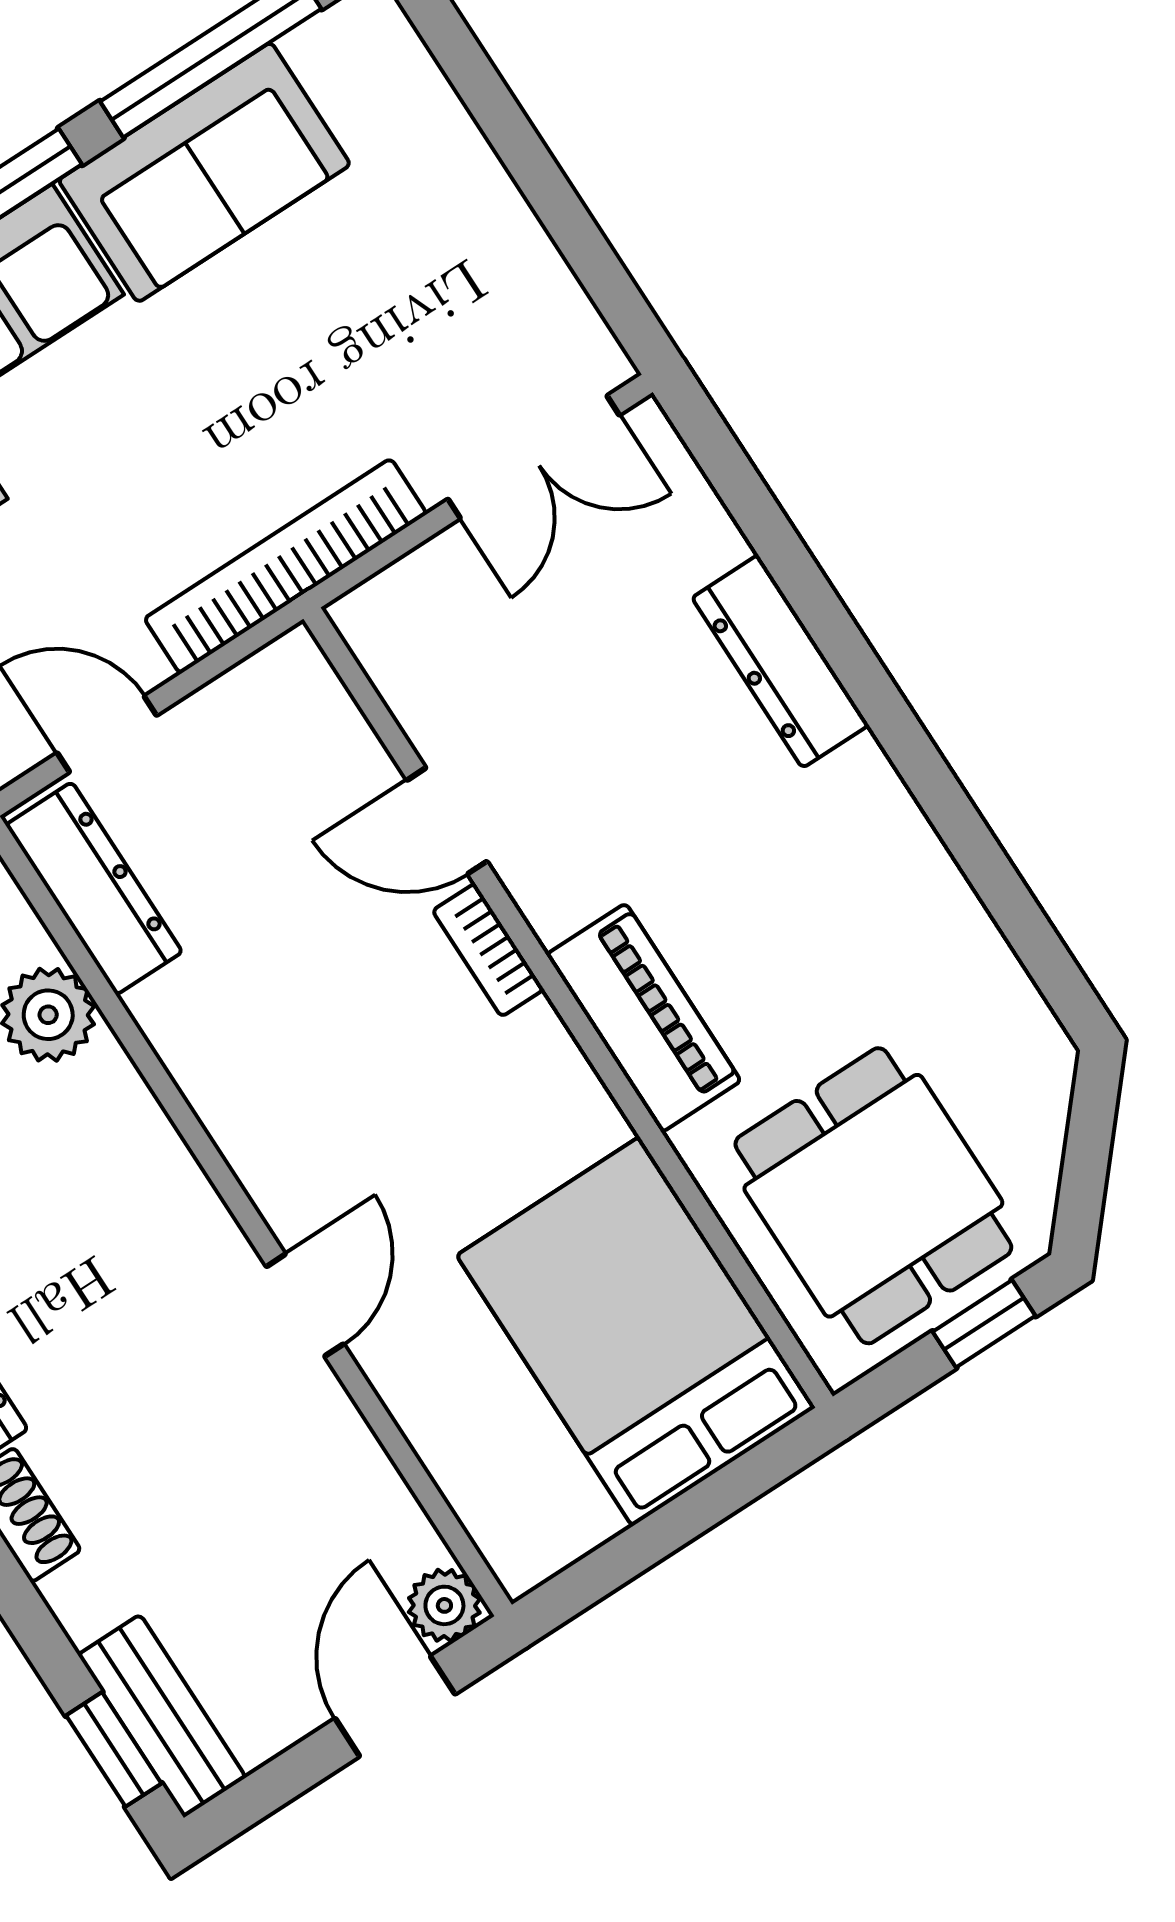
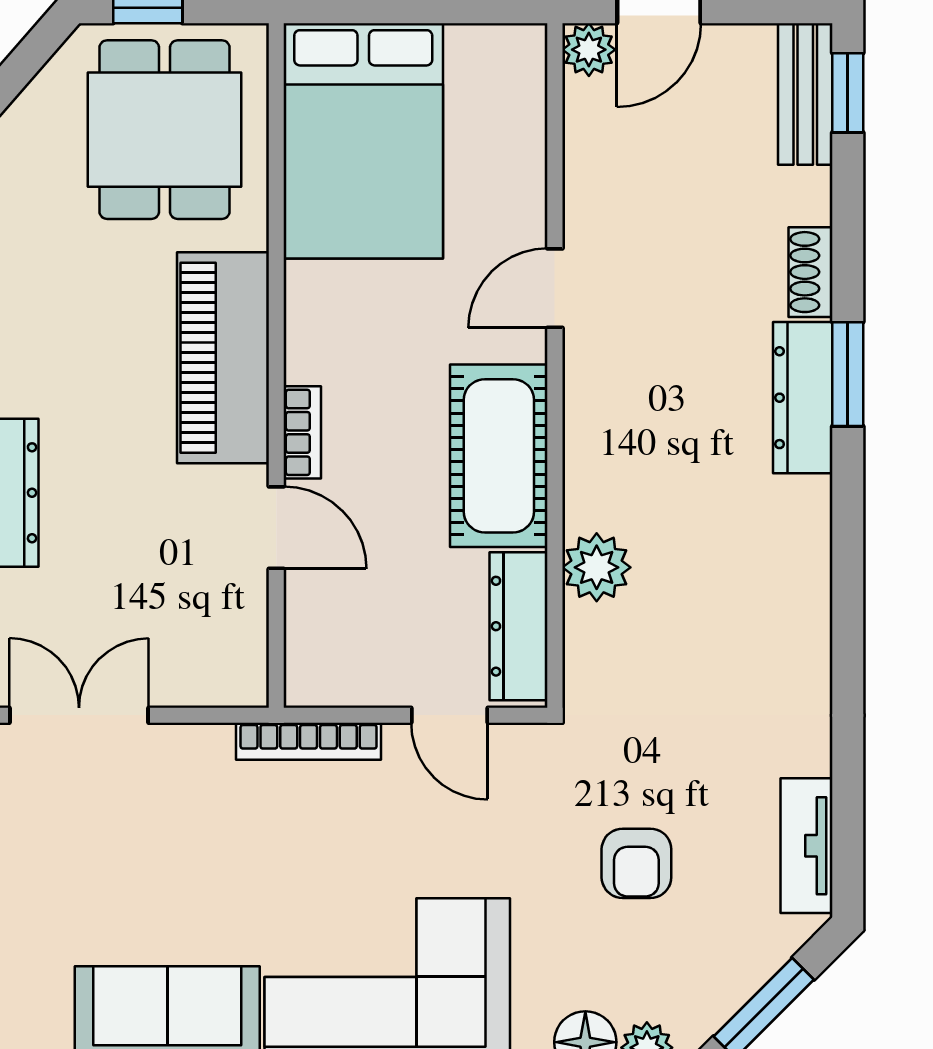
bookcase: (285, 566) -> (309, 741), width x0.68, depth x0.76
piano: (644, 1018) -> (223, 358), width x1.37, depth x1.33
cot: (244, 1070) -> (499, 456), added

